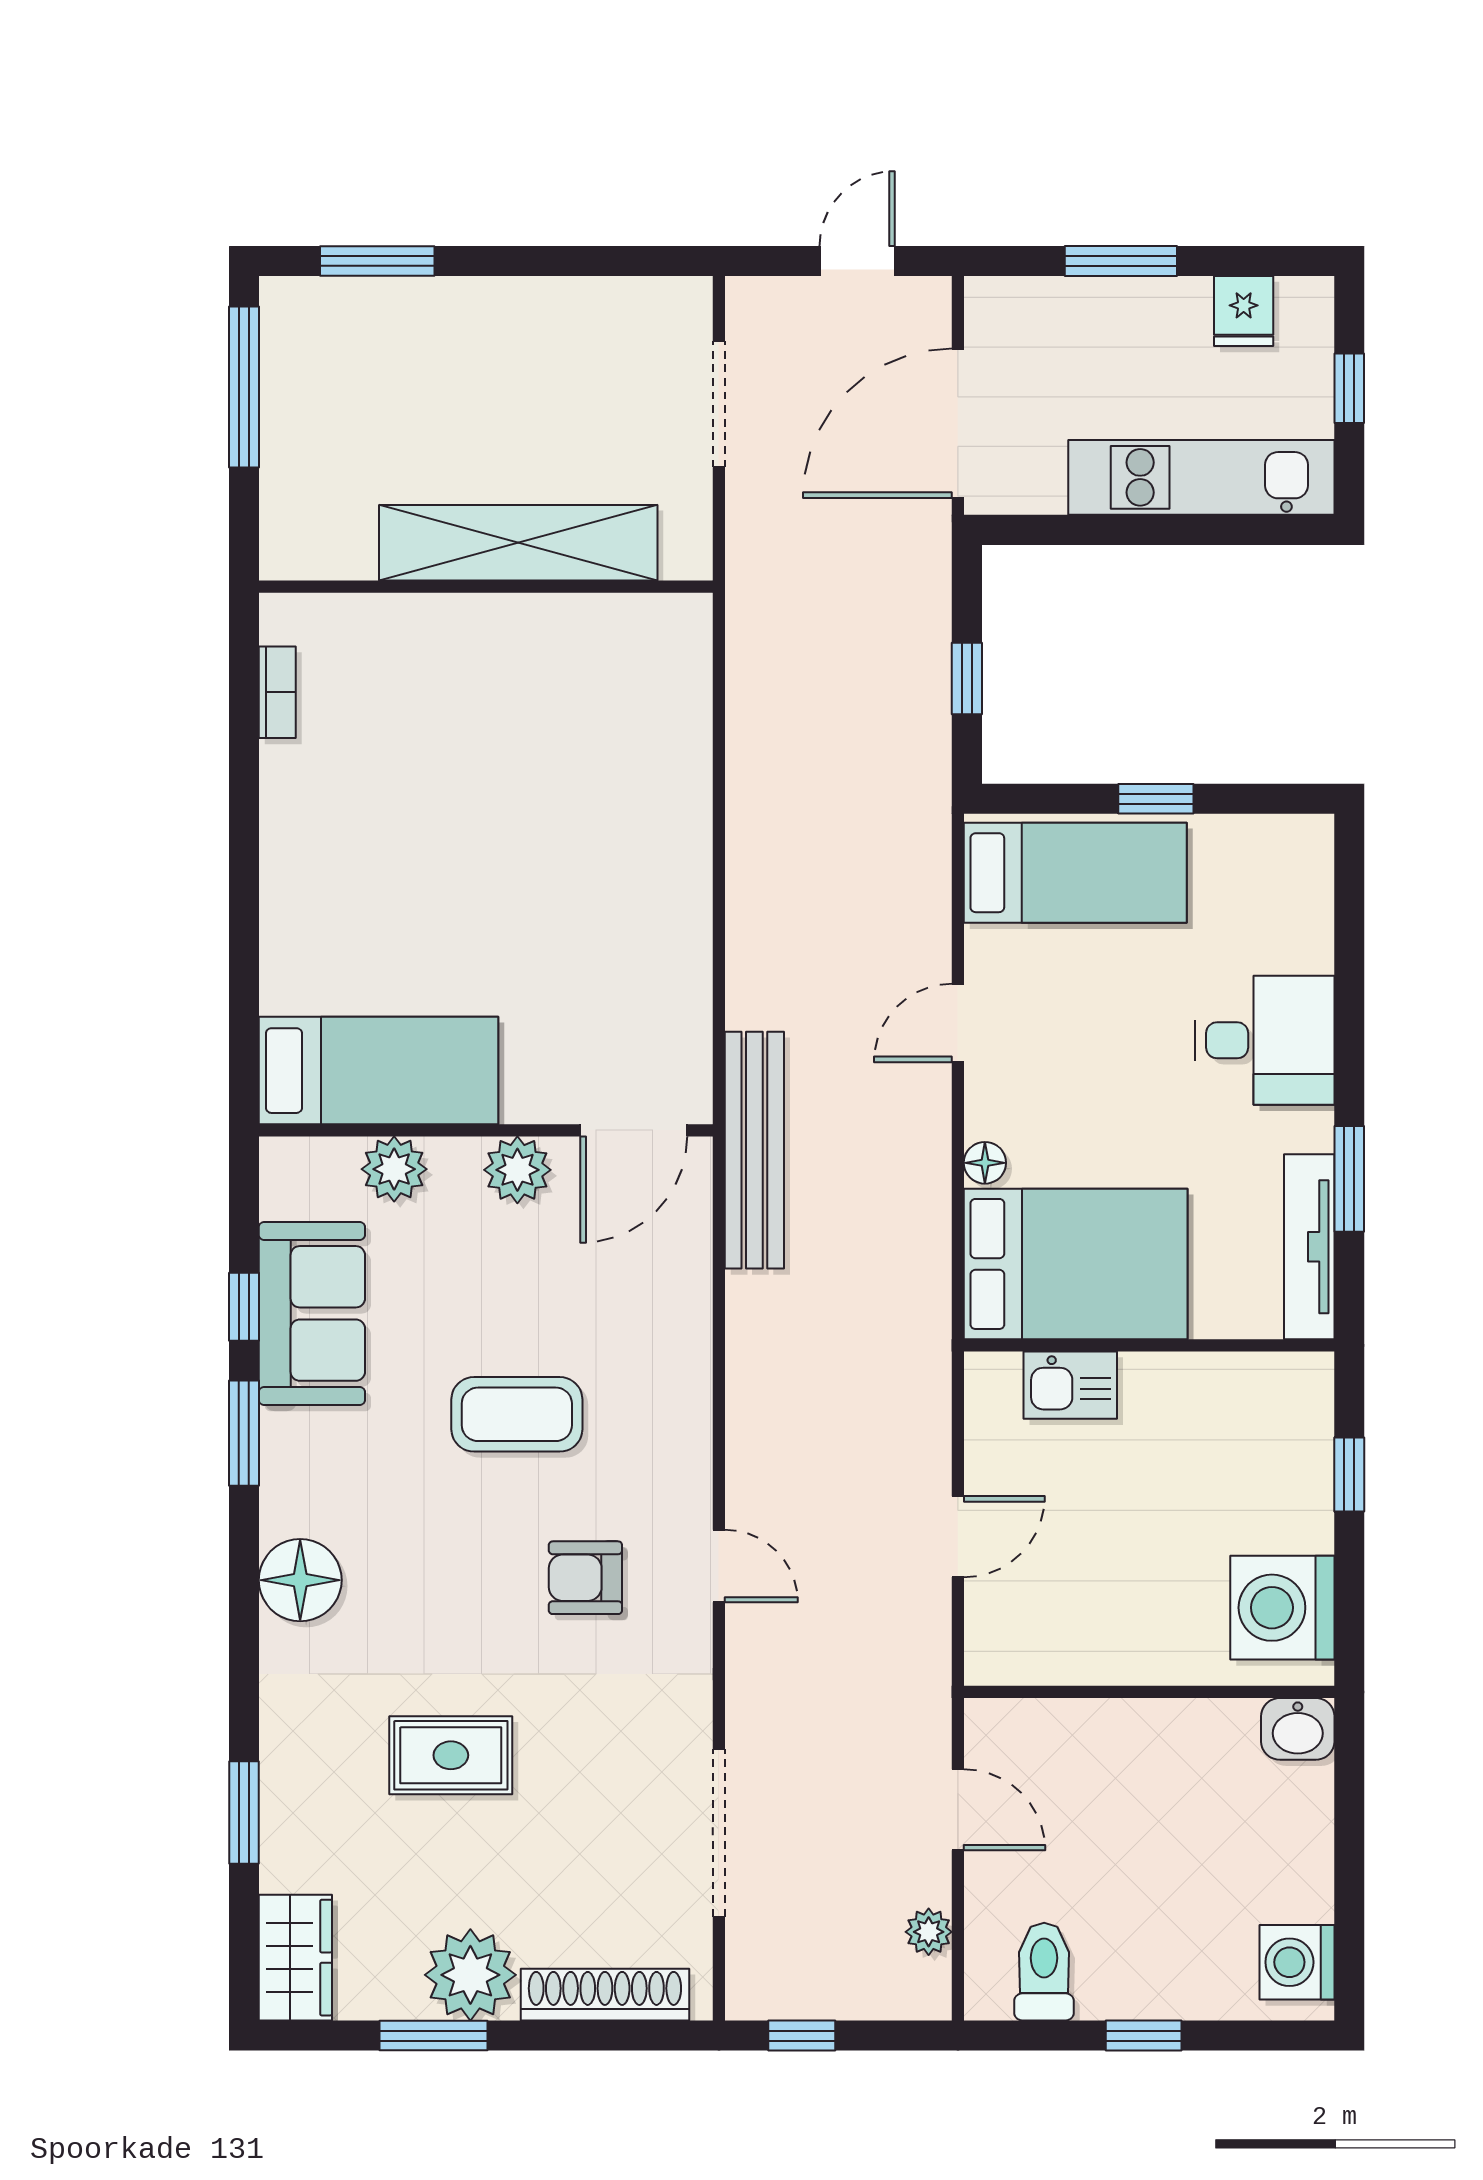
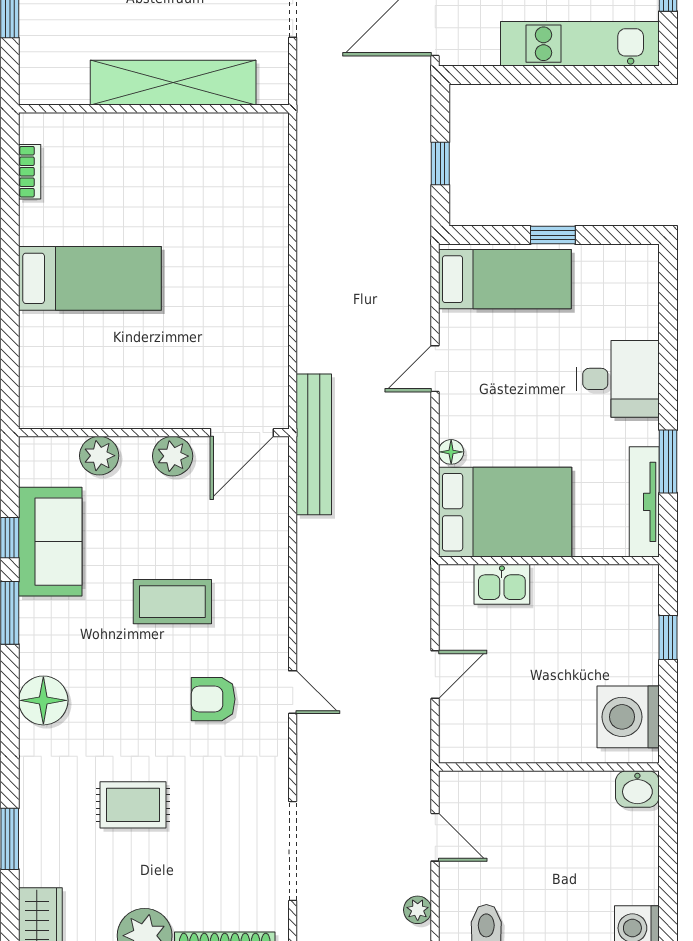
bed: (378, 1071) -> (90, 278), moved

